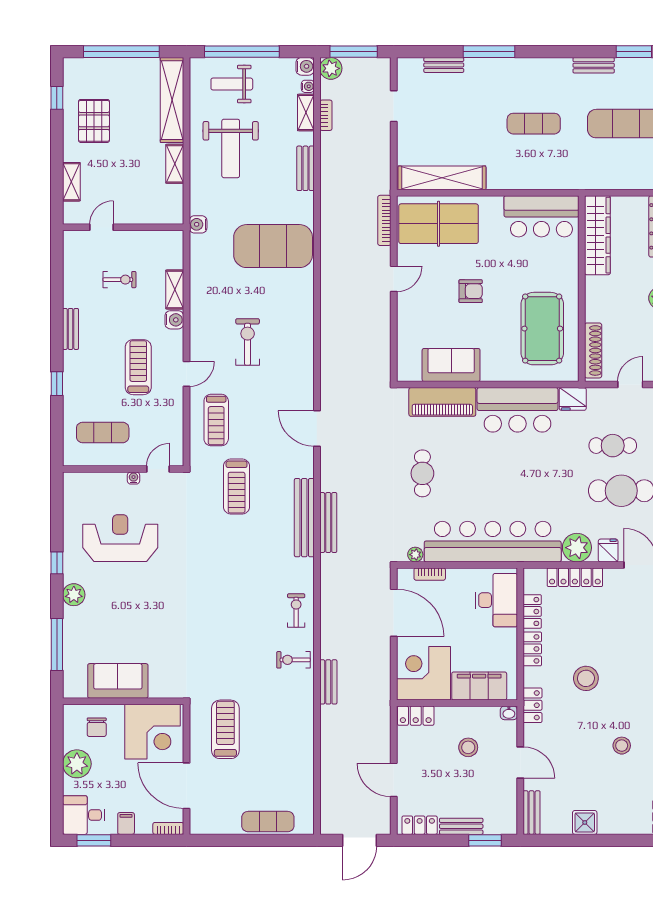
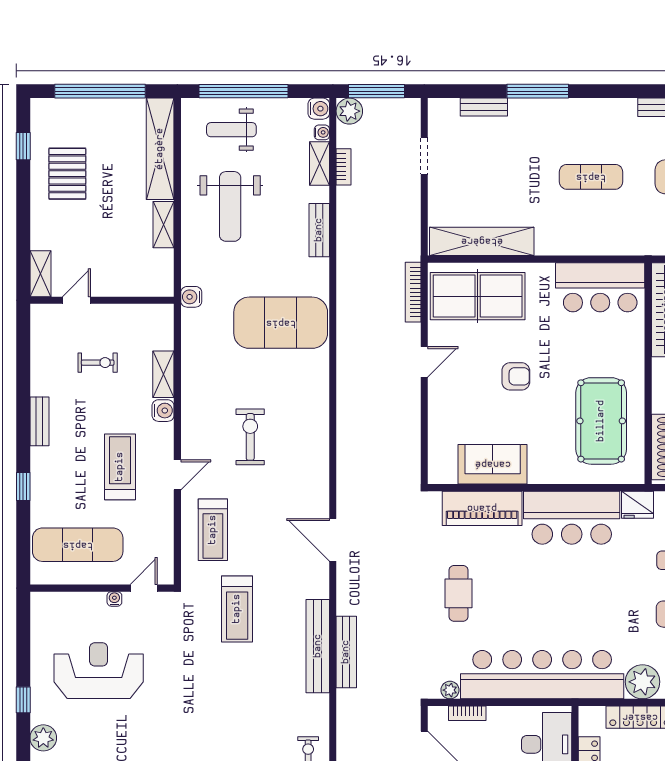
shelving: (71, 182) -> (40, 274), moved
exercise mat: (103, 432) -> (78, 545), width x1.36, depth x1.45

